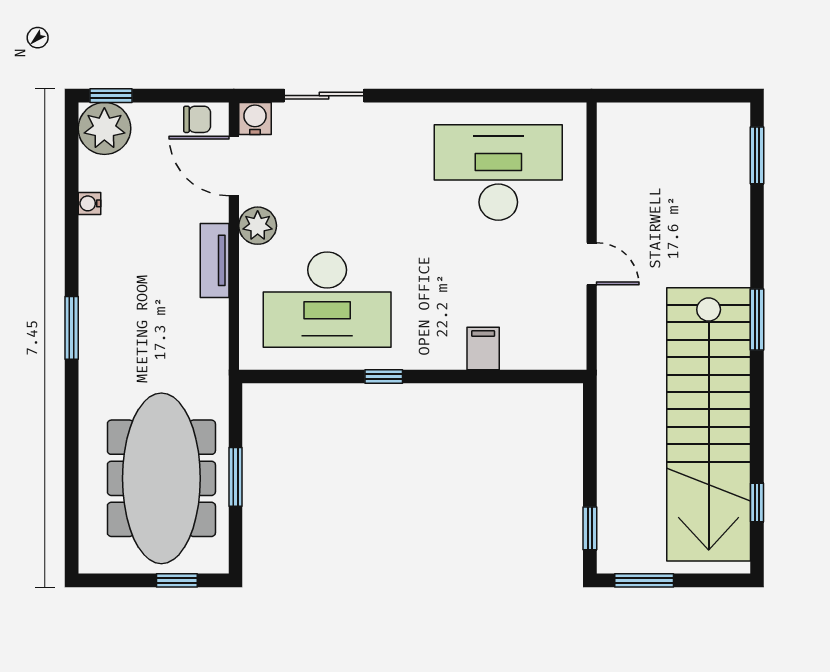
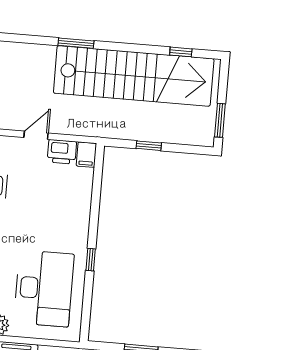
printer: (567, 311) -> (62, 152), added
filing cabinet: (483, 348) -> (86, 155), moved, turned -90
window: (590, 528) -> (149, 146), moved

